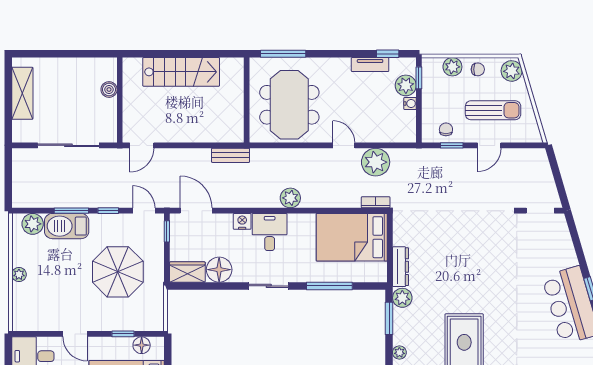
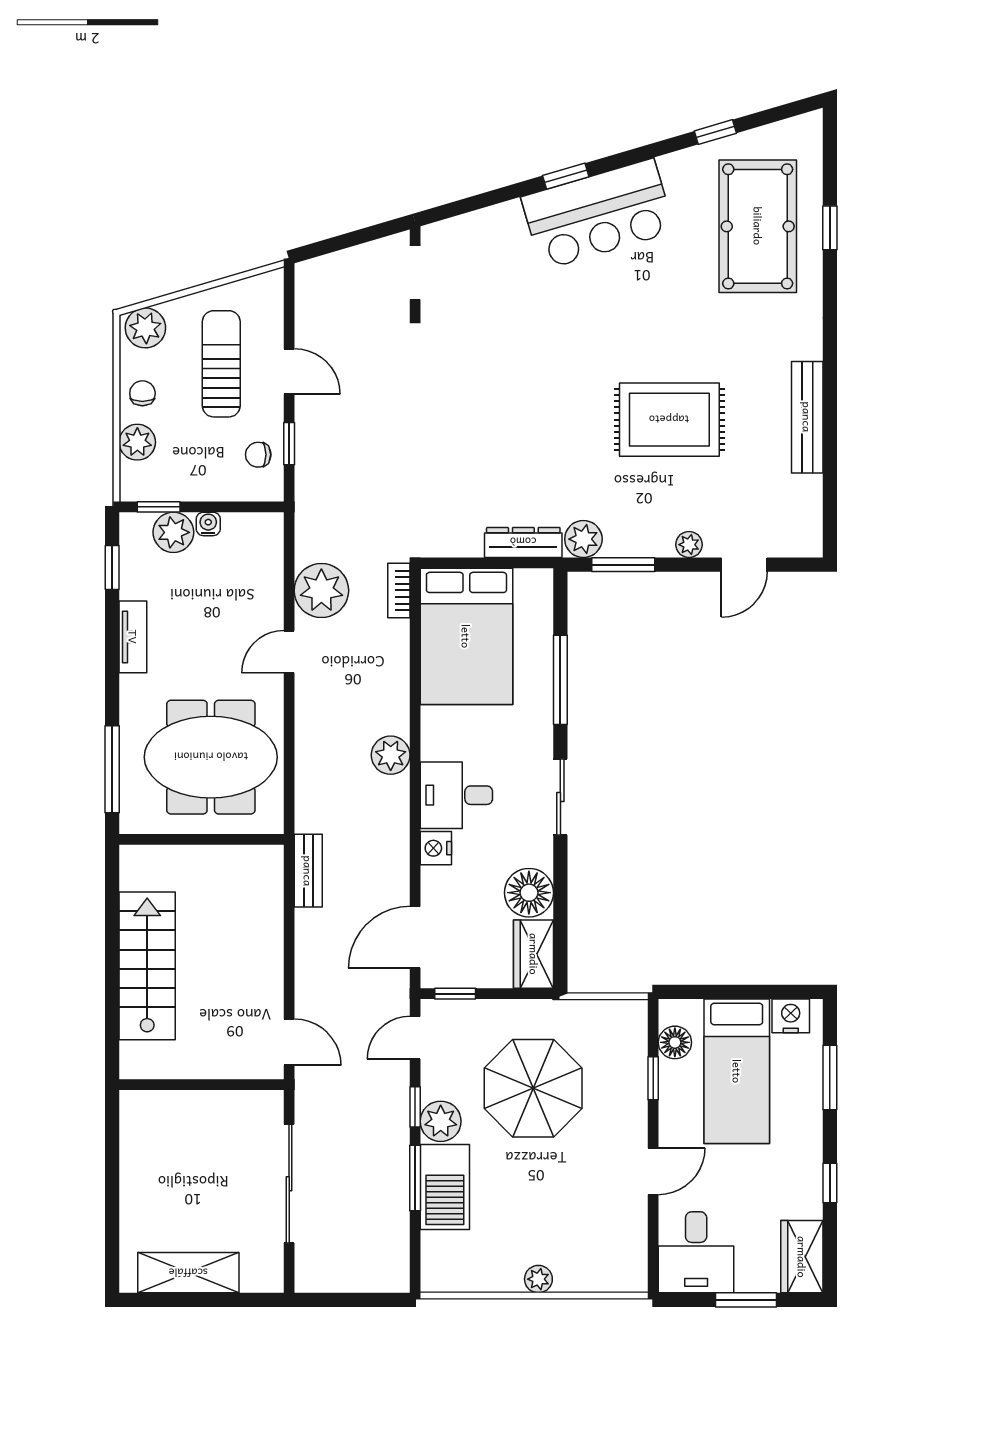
tv unit: (370, 65) -> (133, 637), moved
boiler: (109, 90) -> (181, 1105), removed
plant: (33, 224) -> (441, 1121), moved

